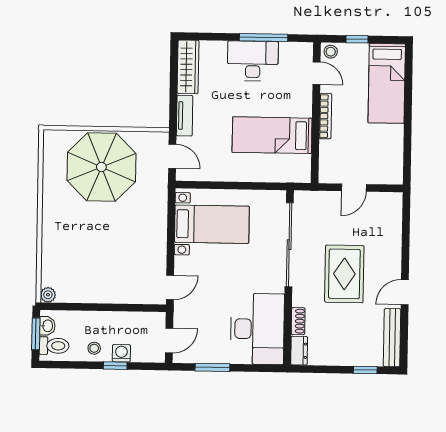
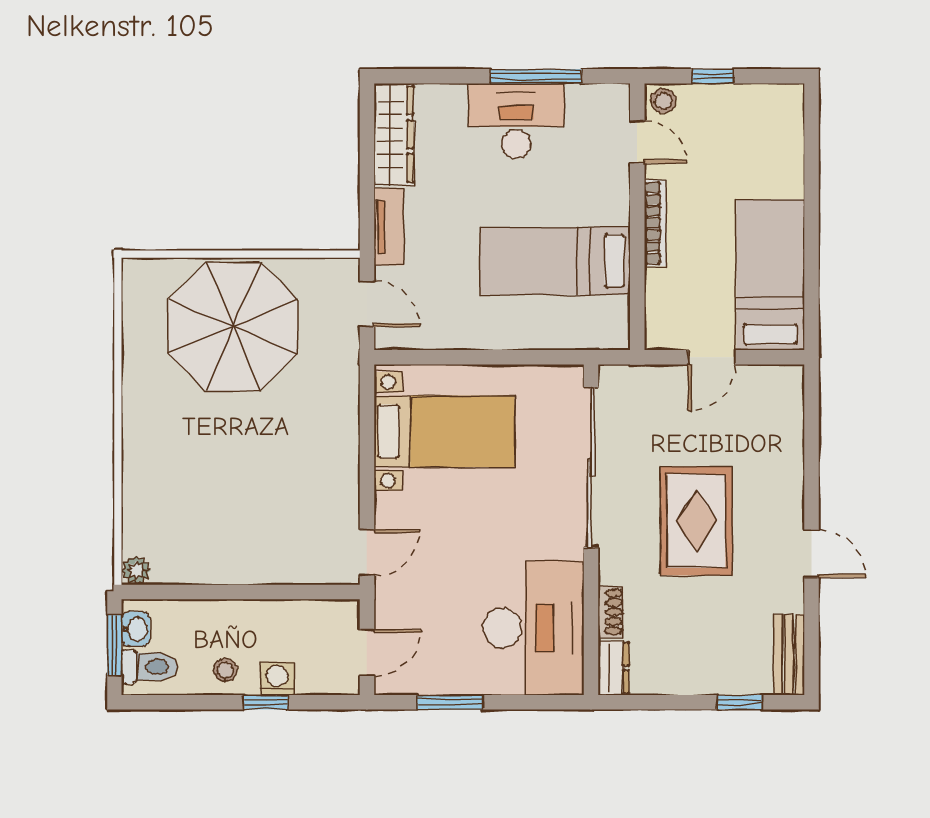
bed: (387, 83) -> (770, 275), moved, turned 180
door: (405, 292) -> (811, 554), swing flipped
bench: (392, 338) -> (789, 655), width x0.73

